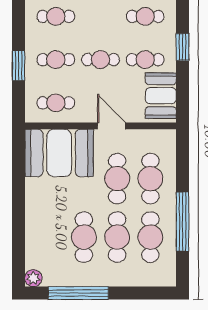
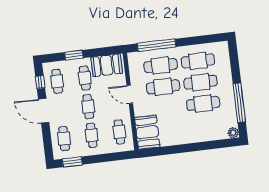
window: (18, 66) -> (72, 162), moved
door: (112, 126) -> (130, 94), hinge flipped
booth: (59, 153) -> (147, 132), width x0.73, depth x0.70
window: (182, 222) -> (157, 45), moved

